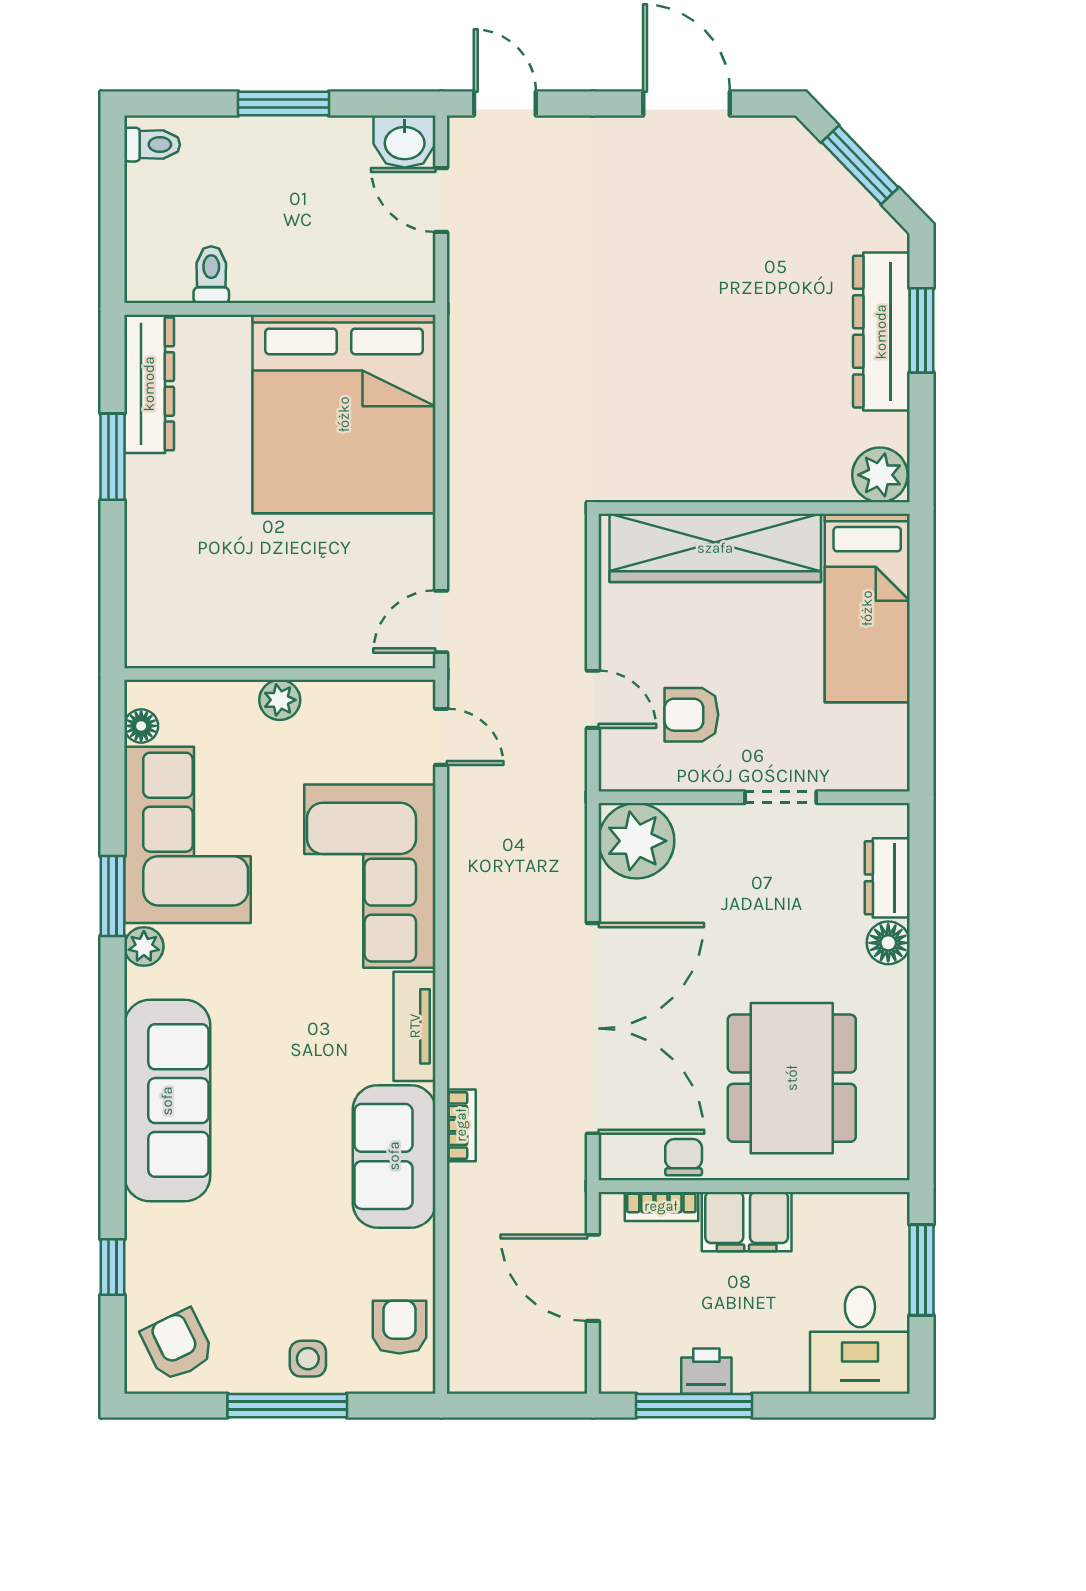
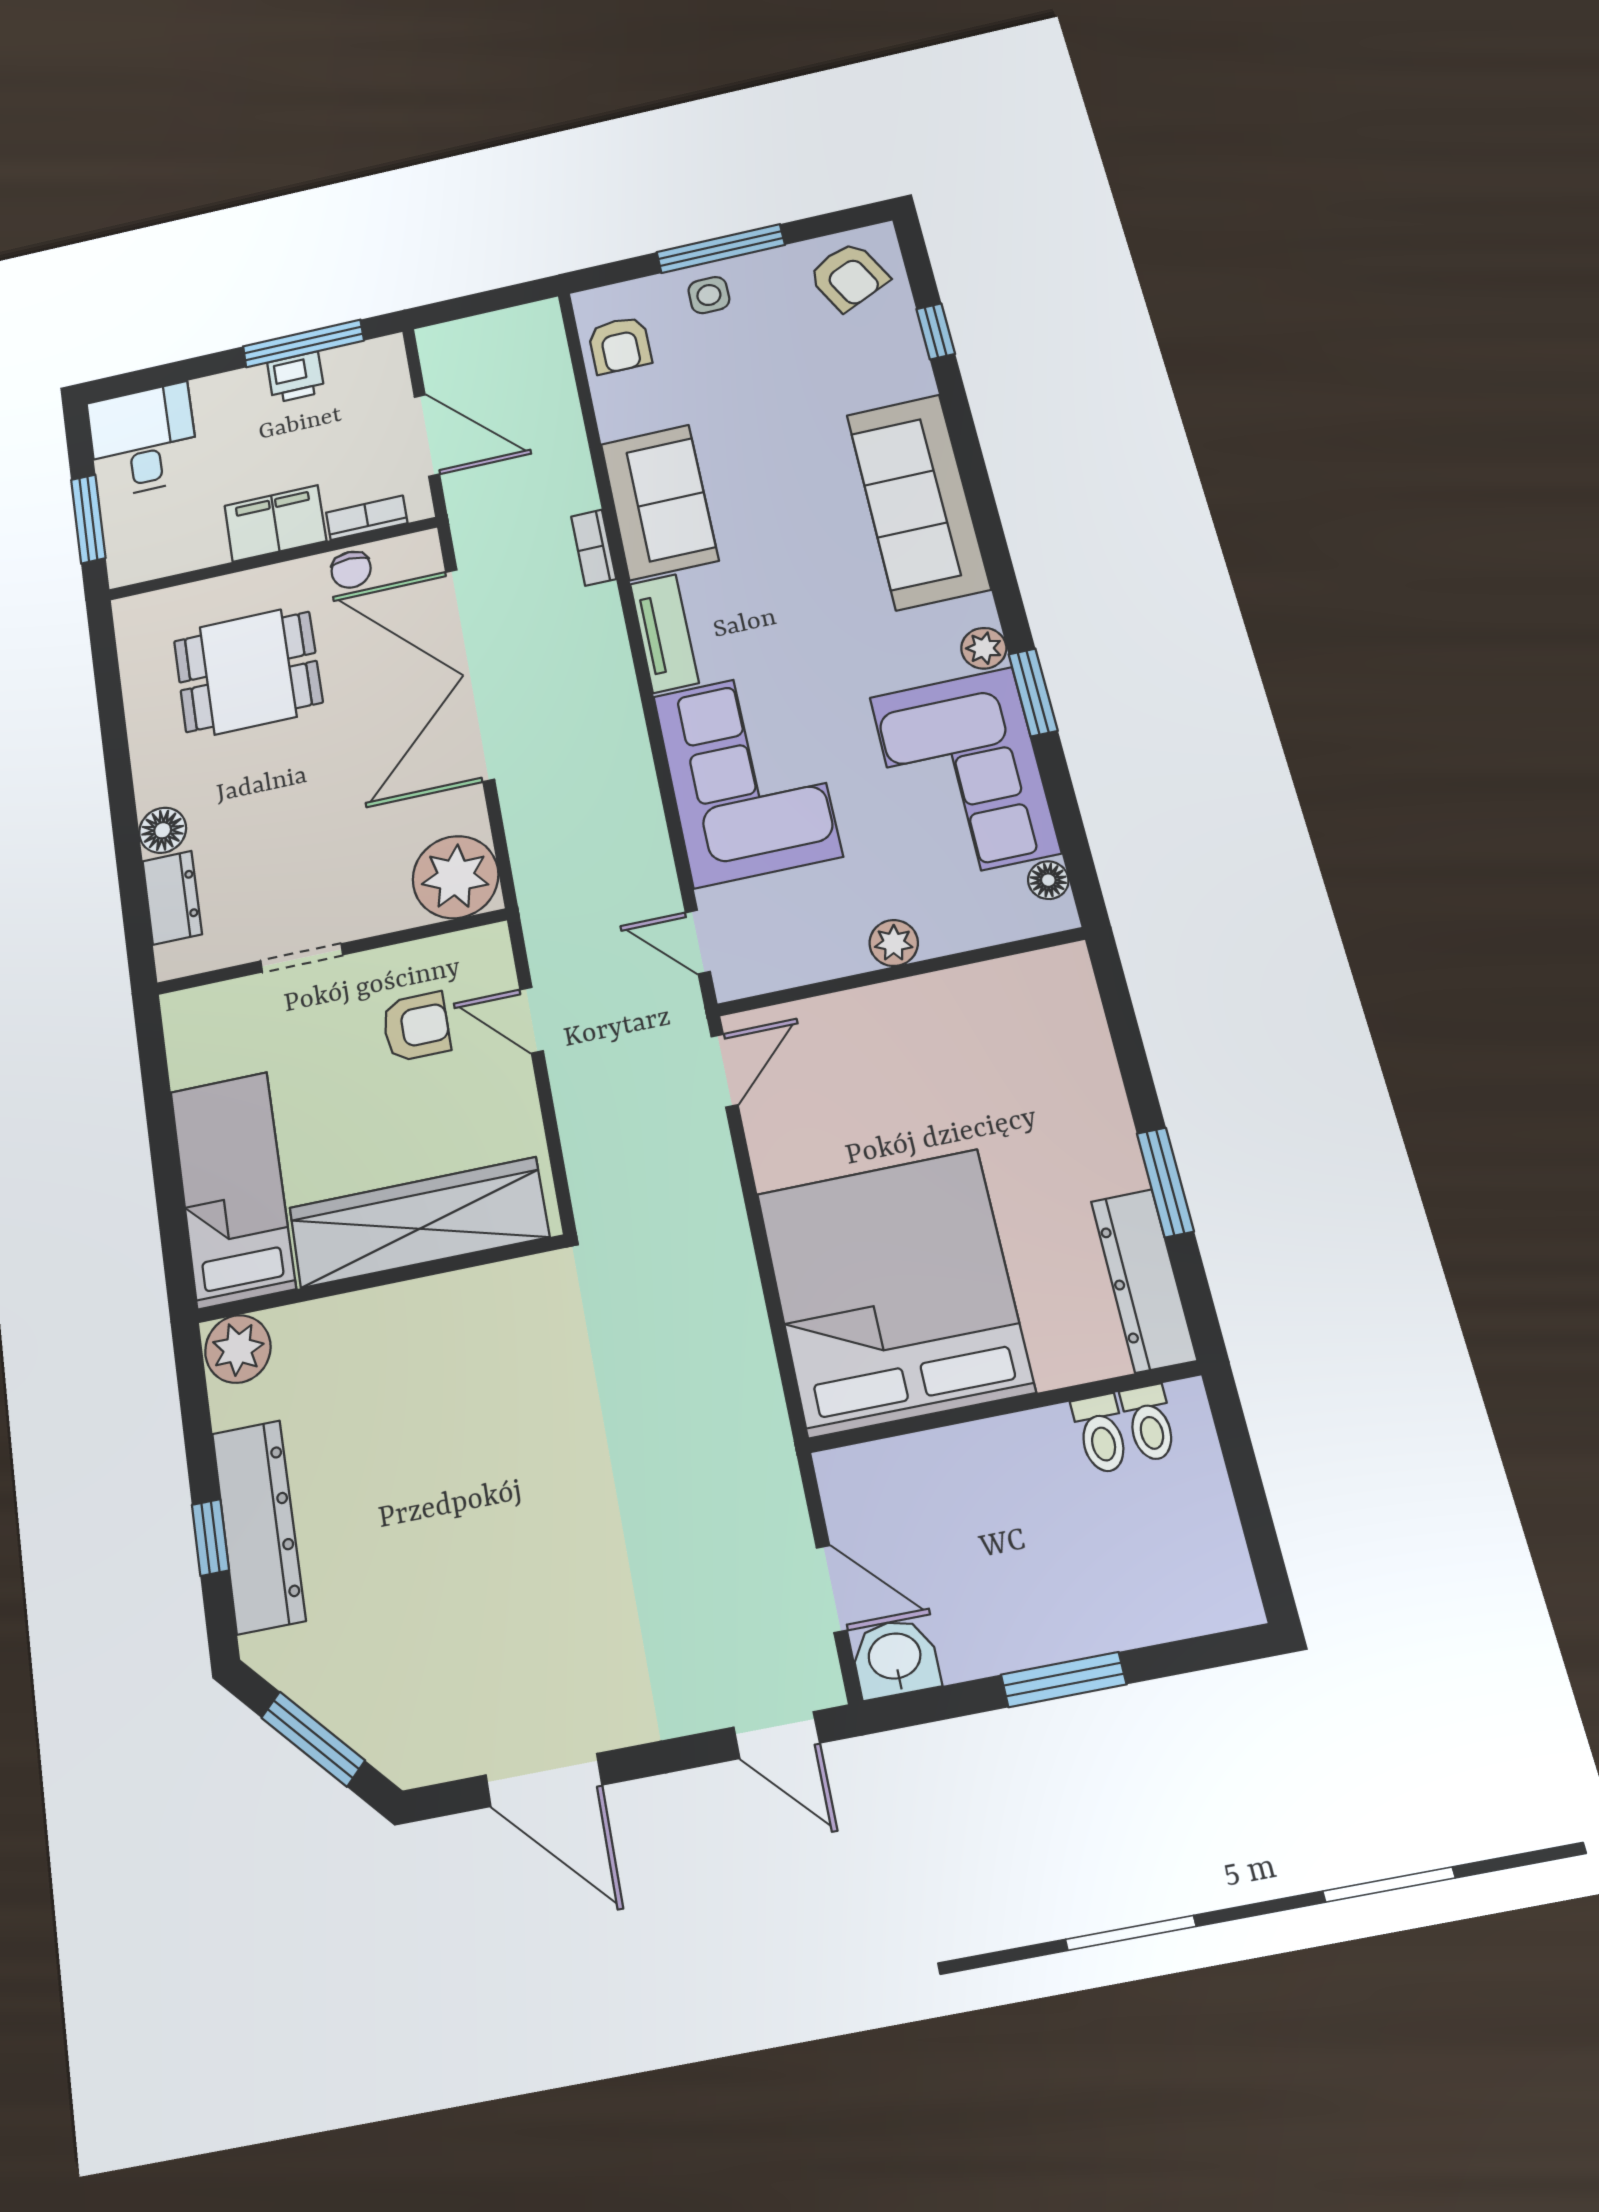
toilet: (152, 145) -> (1149, 1423), moved, turned -90
window: (921, 330) -> (210, 1538), width x0.67
dining table: (792, 1078) -> (248, 672), width x0.73

